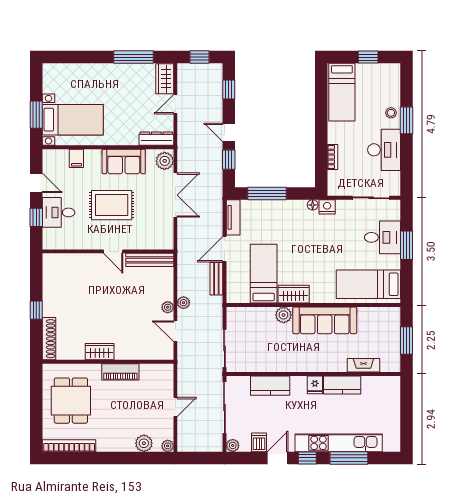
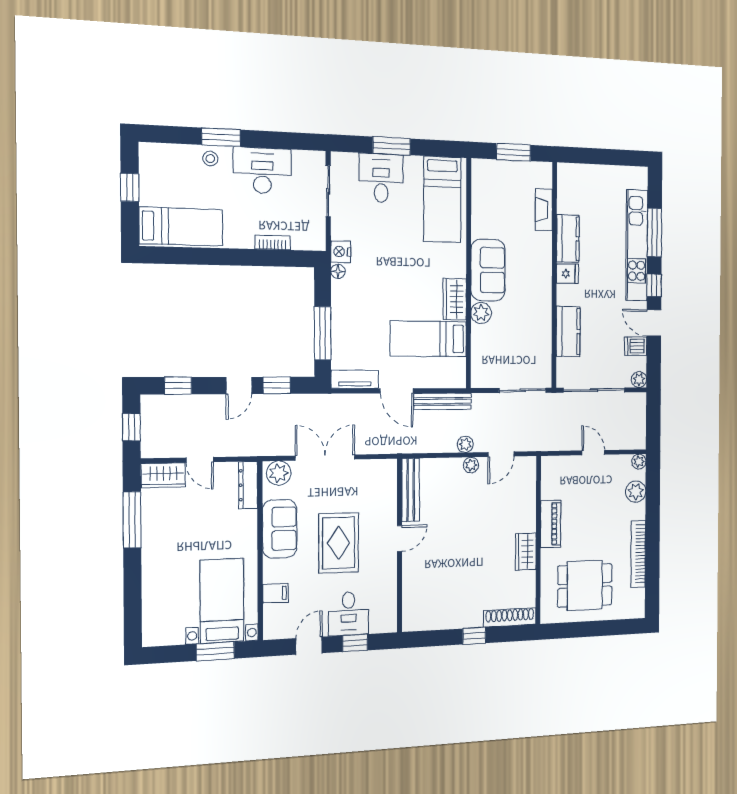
bench: (216, 279) -> (443, 401), width x1.36
sofa: (325, 320) -> (488, 270), width x0.73
bookcase: (69, 446) -> (638, 554), moved

